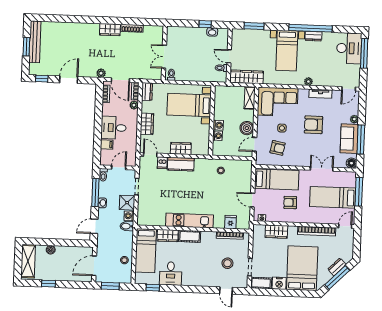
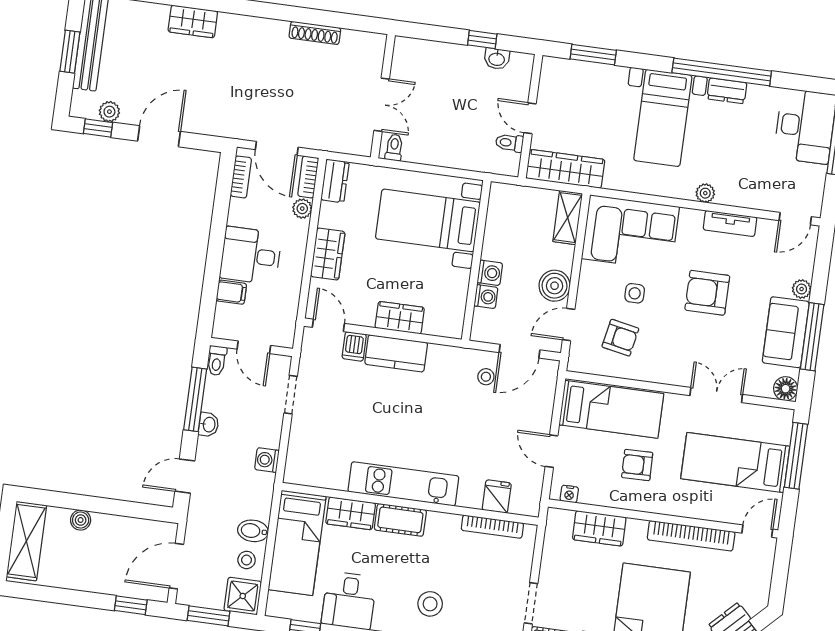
wardrobe: (110, 30) -> (193, 21), moved
double door: (164, 57) -> (382, 105), swing flipped
plant: (101, 73) -> (109, 112), moved
door: (234, 158) -> (520, 351), added
door: (119, 167) -> (254, 347), swing flipped
shower: (127, 203) -> (243, 596), moved
bidet: (127, 226) -> (253, 531), moved
stool: (227, 263) -> (430, 604), moved
window: (49, 284) -> (131, 605), moved

